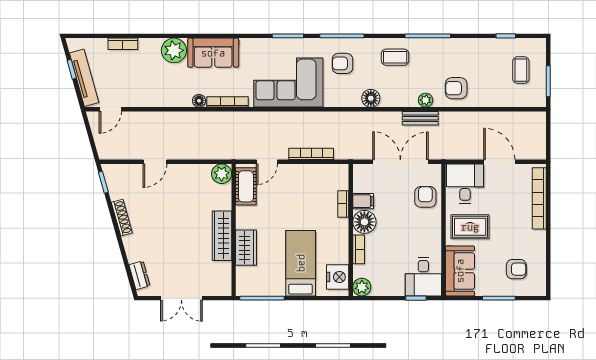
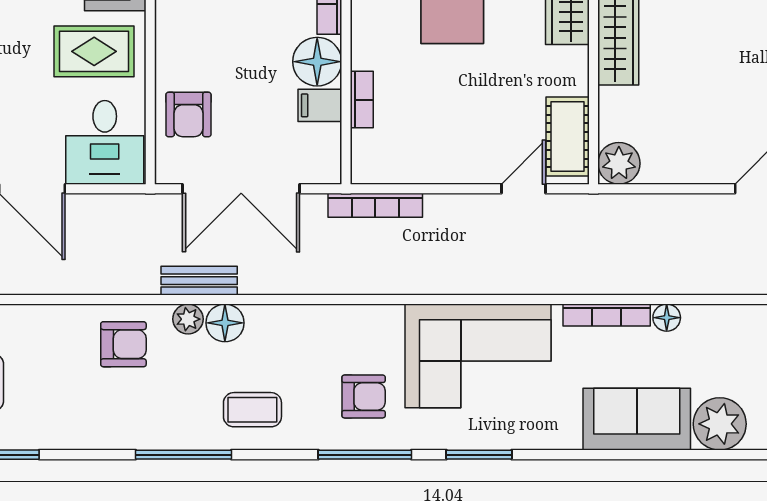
floor lamp: (371, 98) -> (225, 323), moved
bookcase: (311, 154) -> (375, 205), moved

